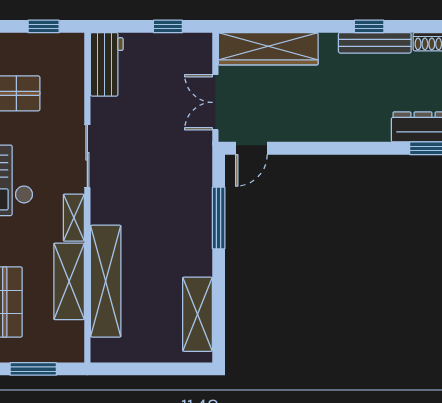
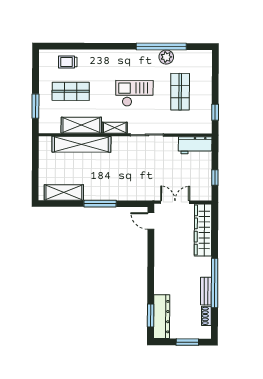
window: (369, 26) -> (215, 283), width x3.17
bench: (375, 43) -> (206, 291), width x0.73
window: (219, 218) -> (100, 204), moved

